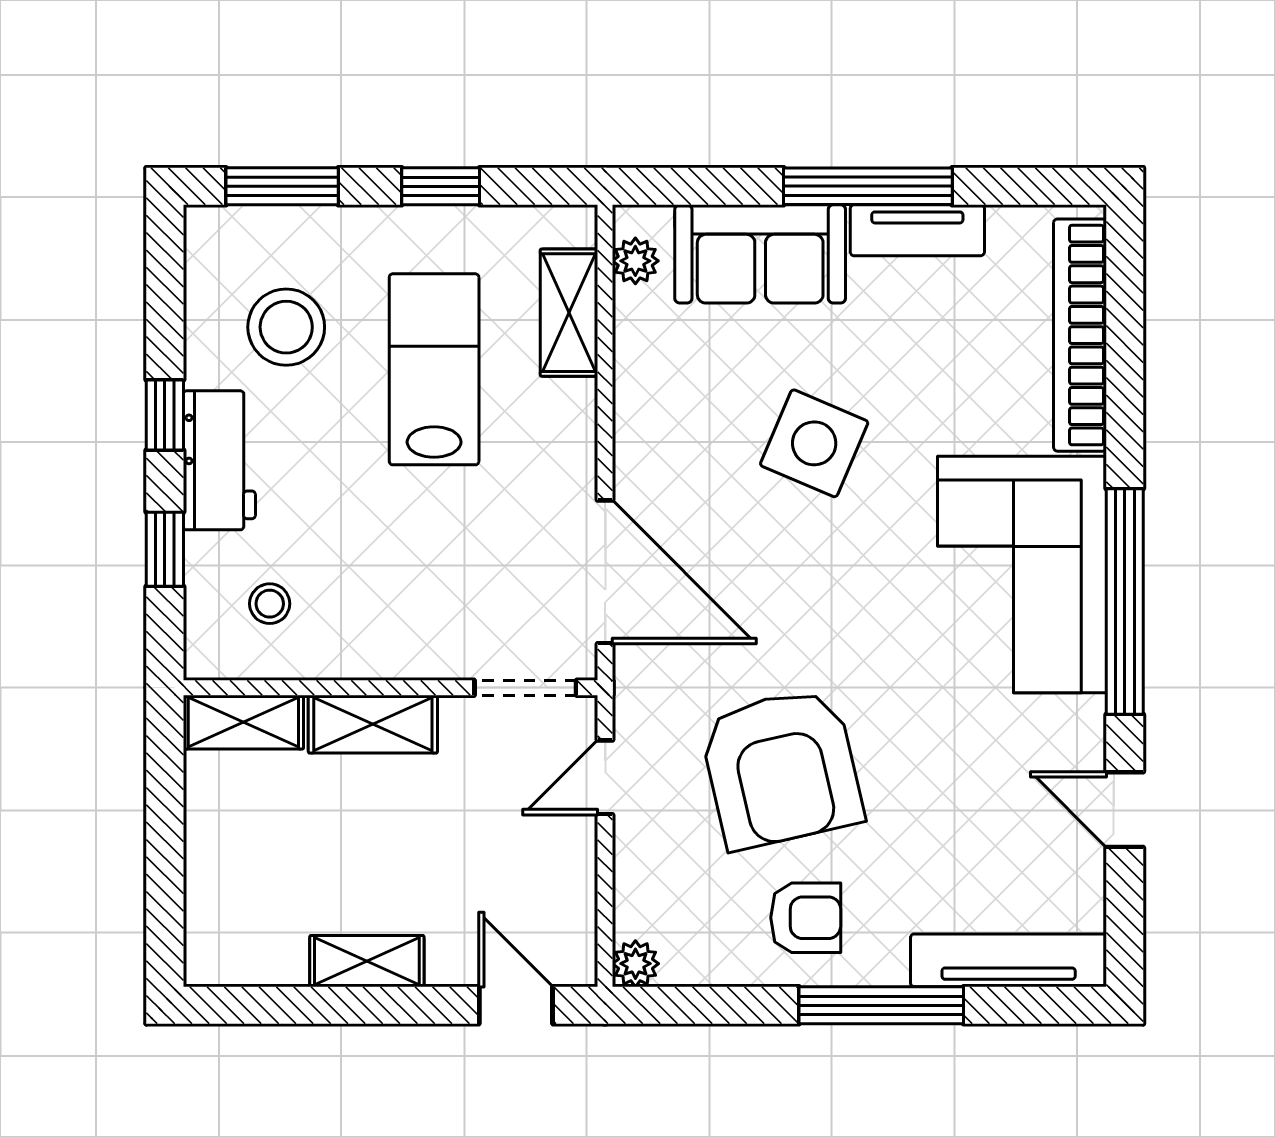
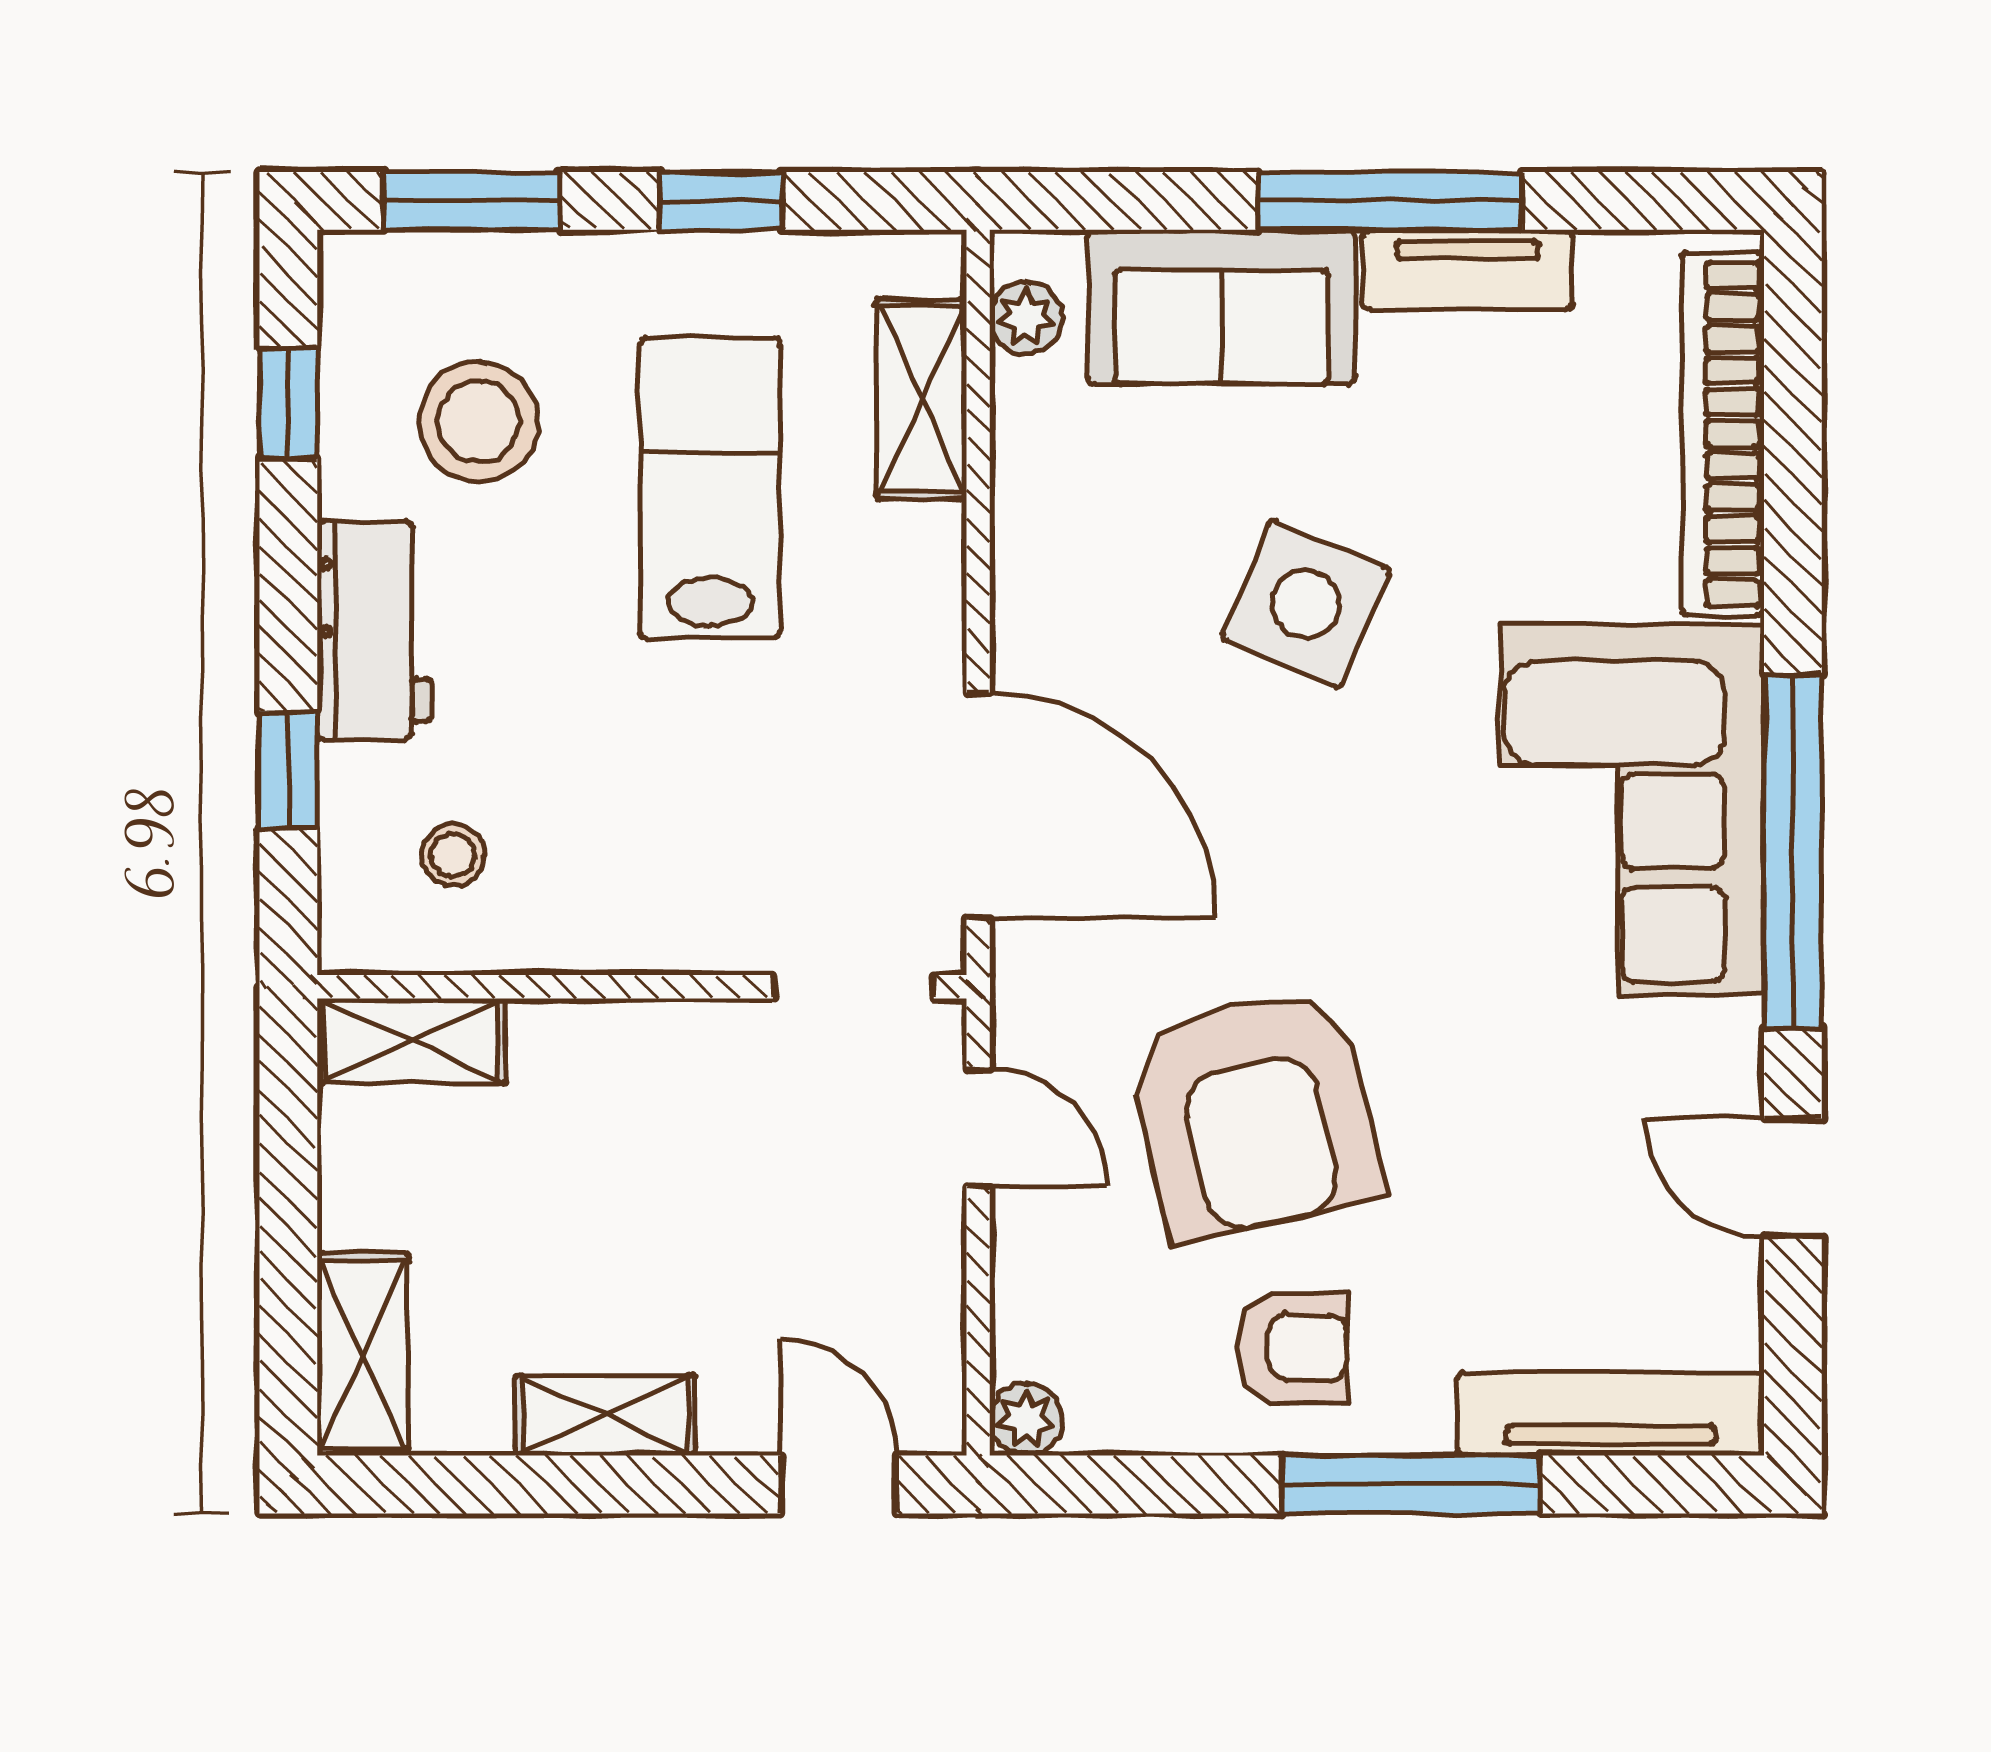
window: (165, 415) -> (288, 403), moved
shelving: (373, 724) -> (363, 1355), moved, turned 90
door: (605, 777) -> (978, 1127), swing flipped

